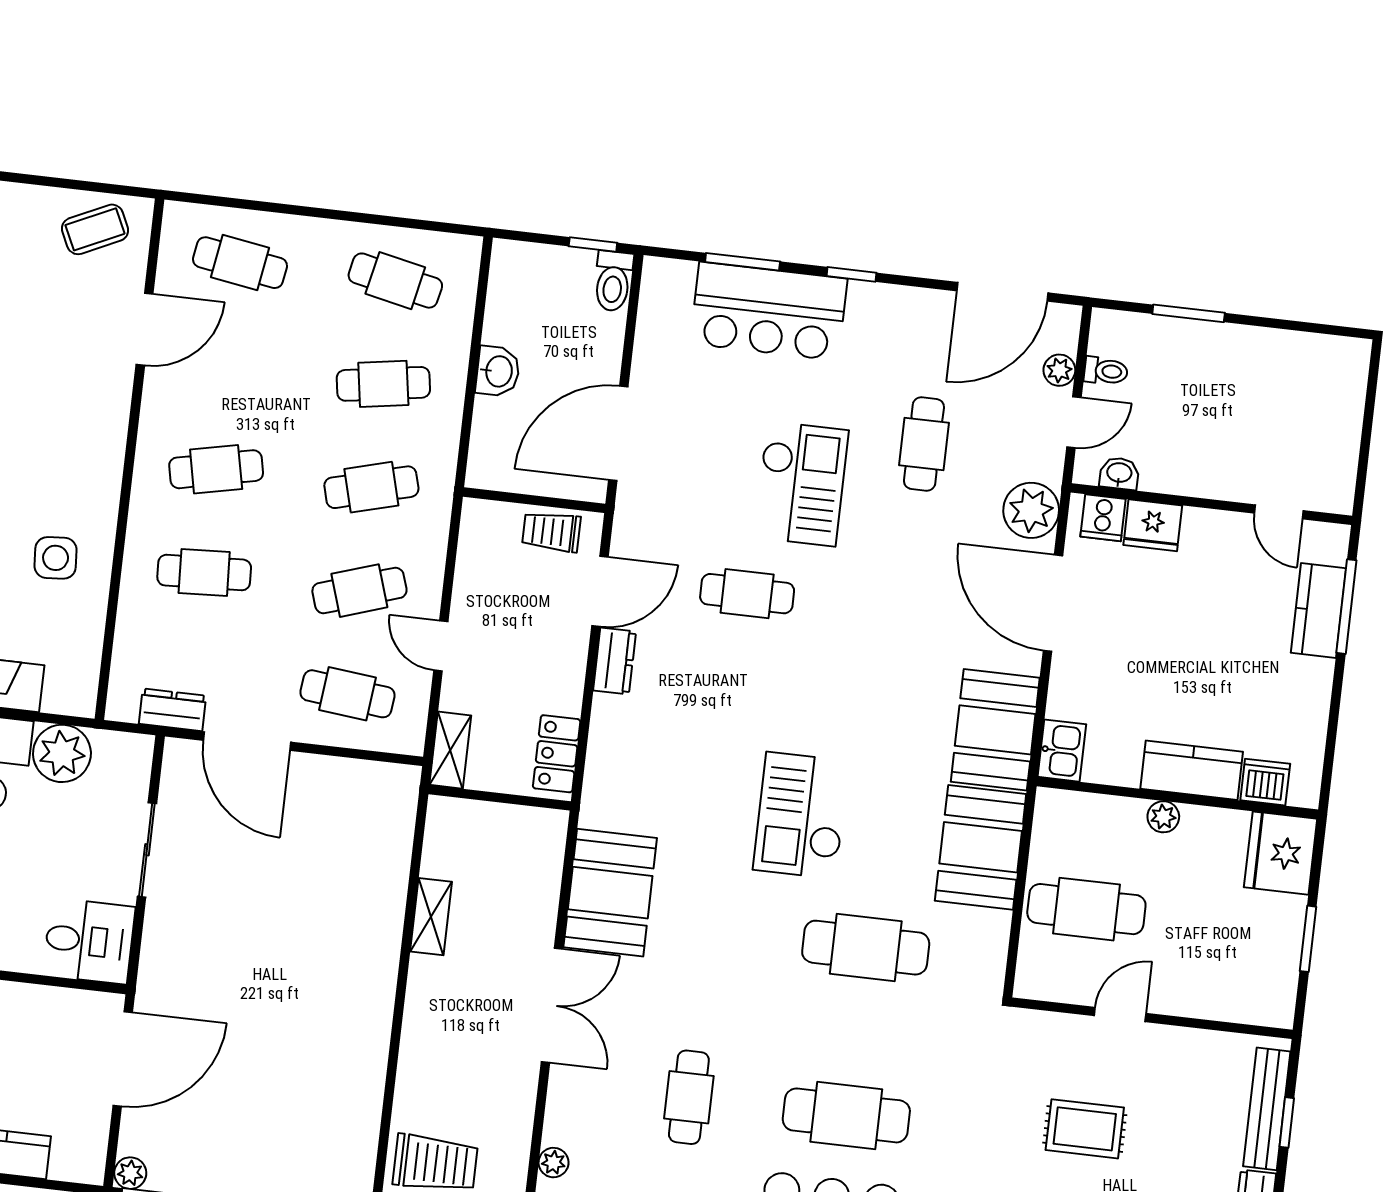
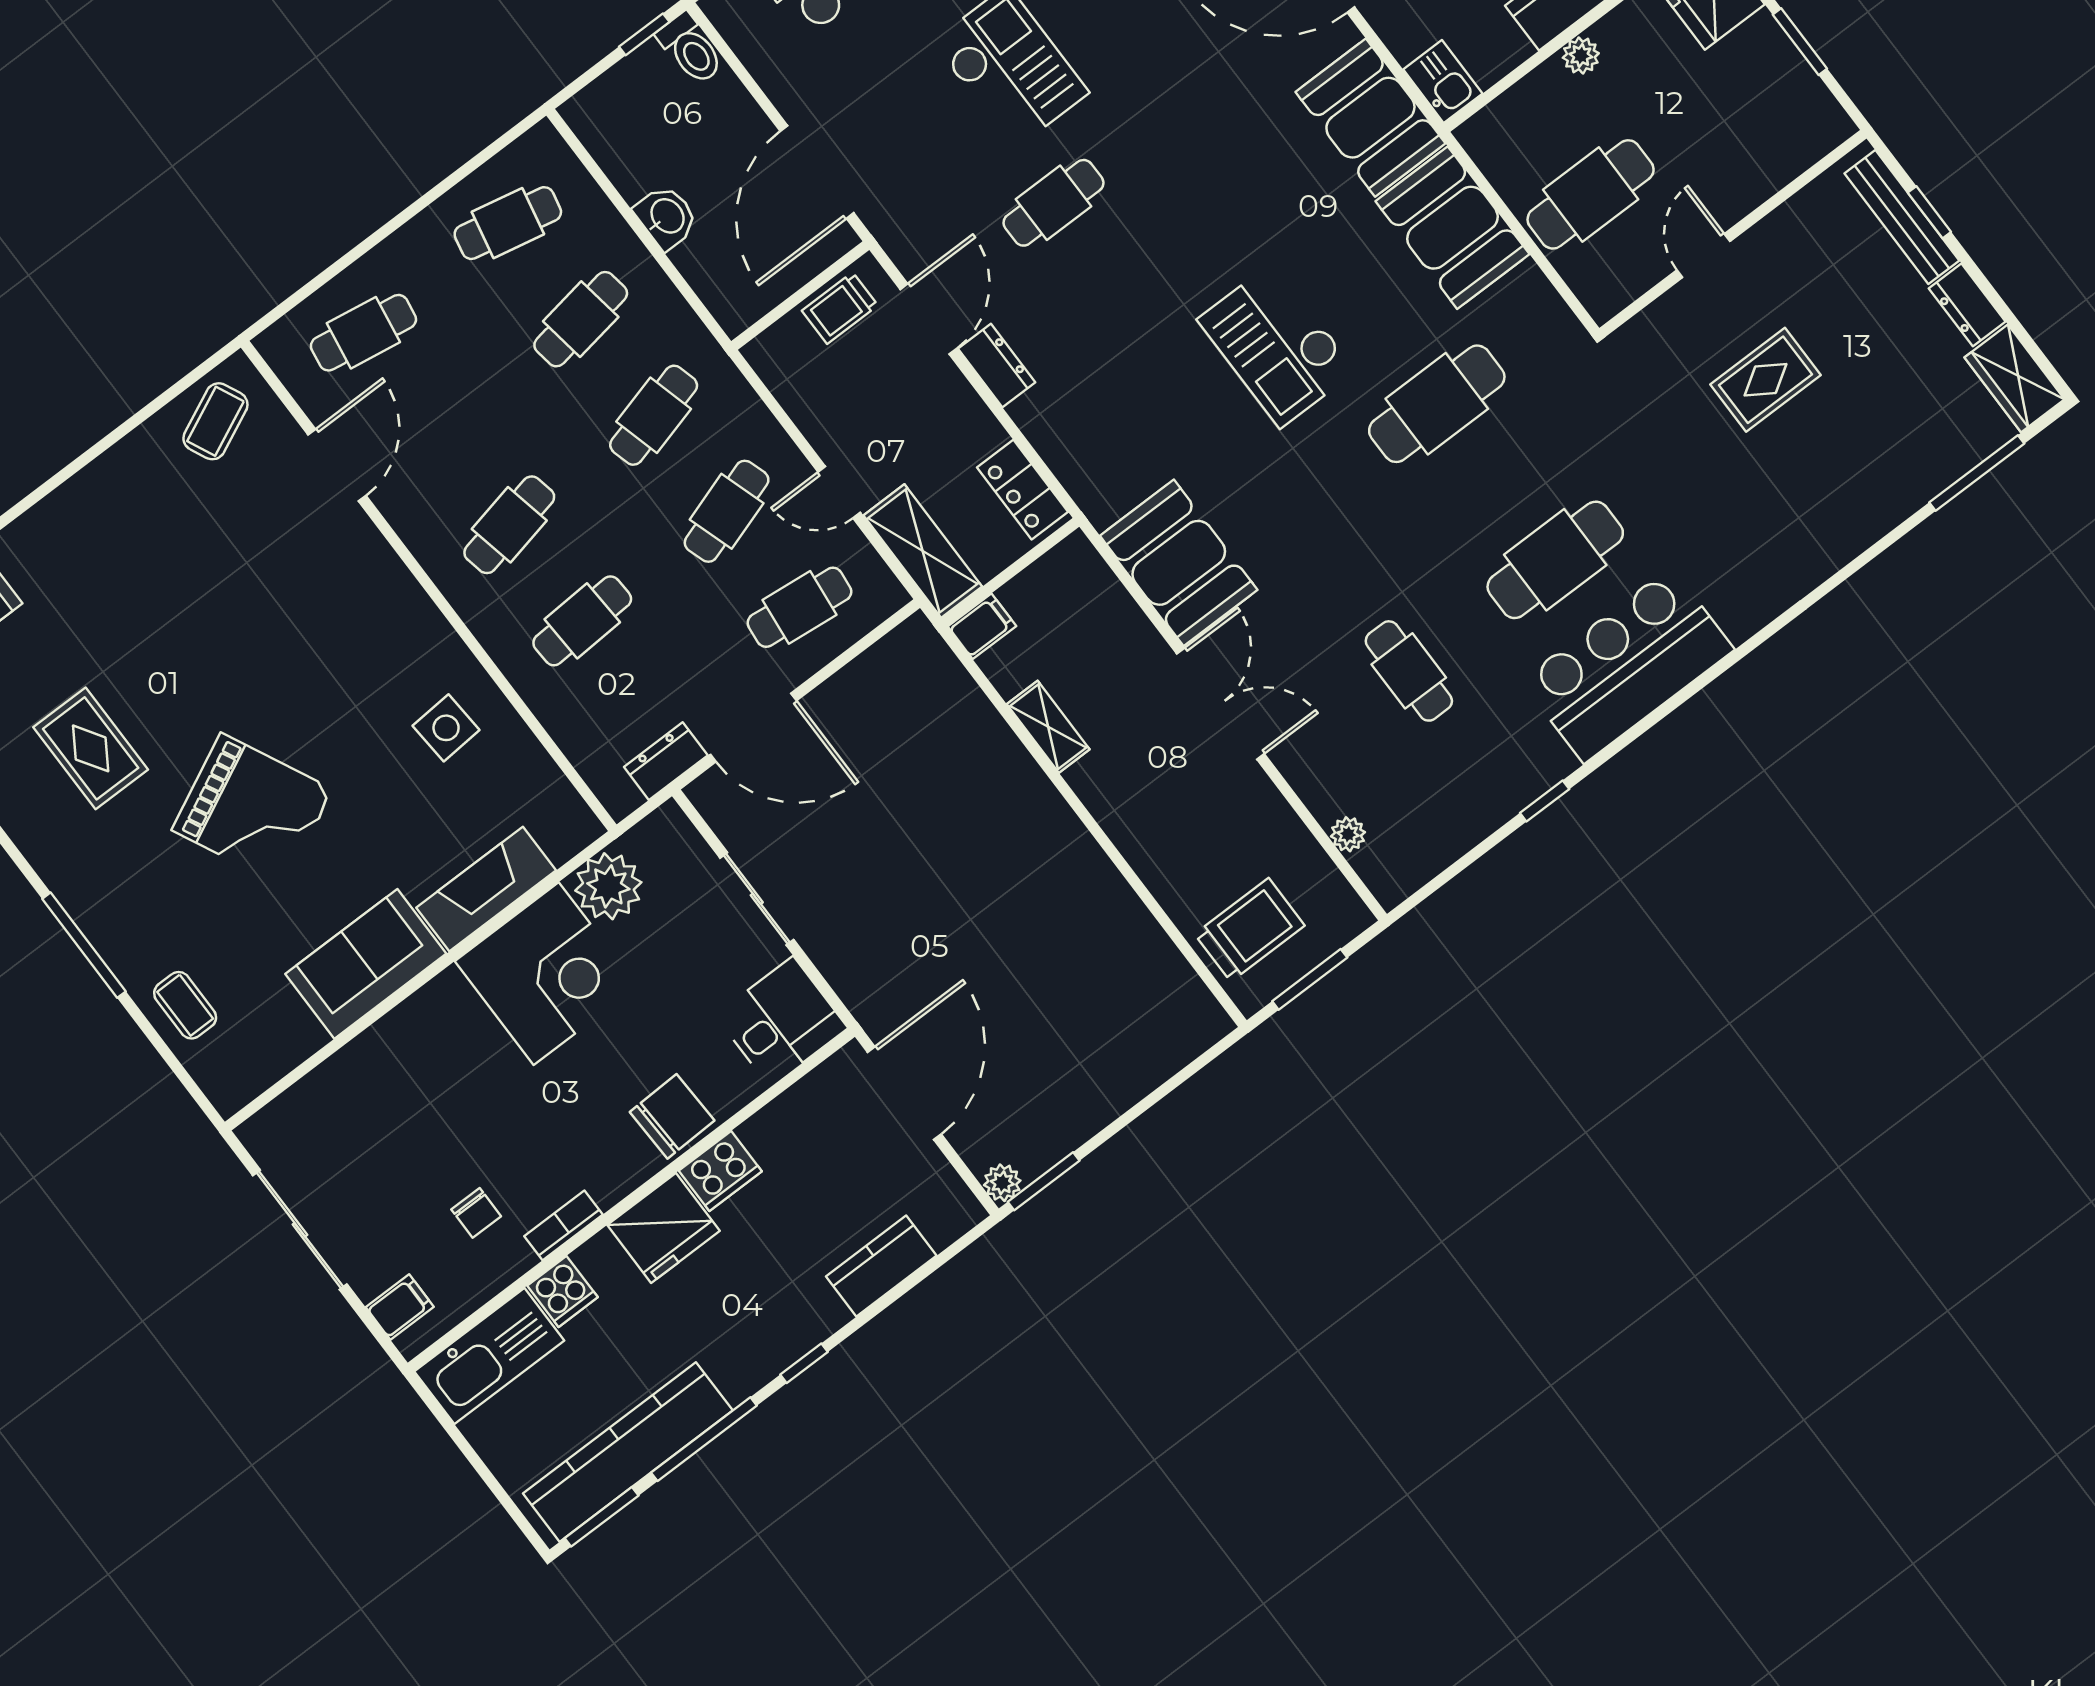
shelving: (450, 750) -> (923, 551), width x1.50, depth x1.33
filing cabinet: (450, 815) -> (982, 626), added

